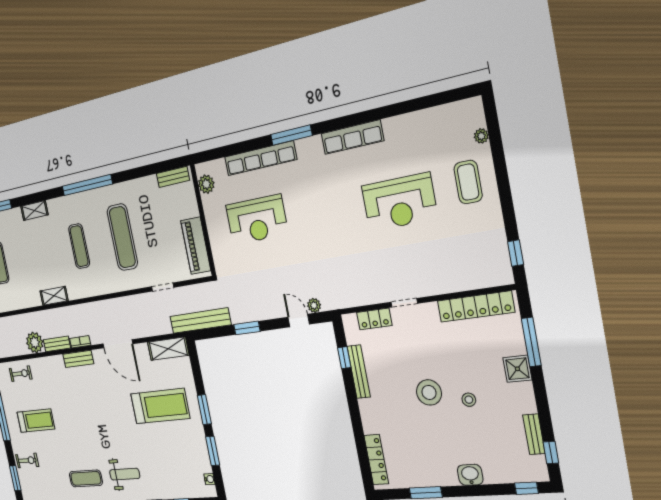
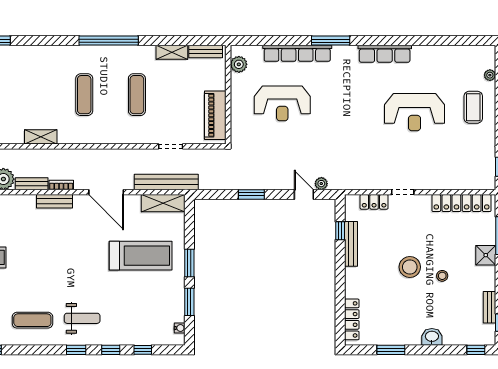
shelving: (34, 211) -> (172, 52), moved
exercise mat: (122, 237) -> (137, 95), width x0.73, depth x0.69
bench: (200, 321) -> (166, 182), moved

